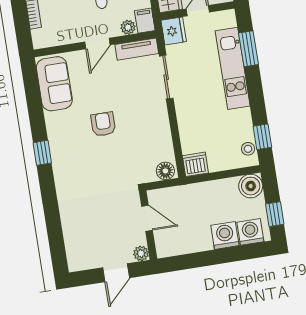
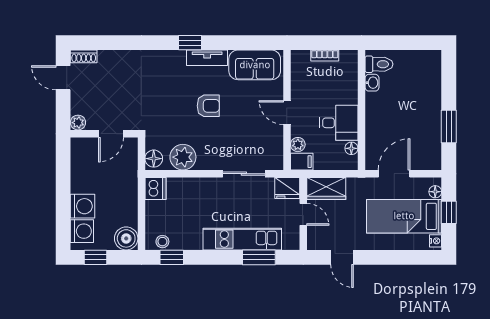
tv unit: (137, 49) -> (207, 58), moved, turned -90
plant: (159, 142) -> (183, 157), added
shoe rack: (73, 258) -> (84, 56), added
door: (116, 273) -> (63, 78), moved

